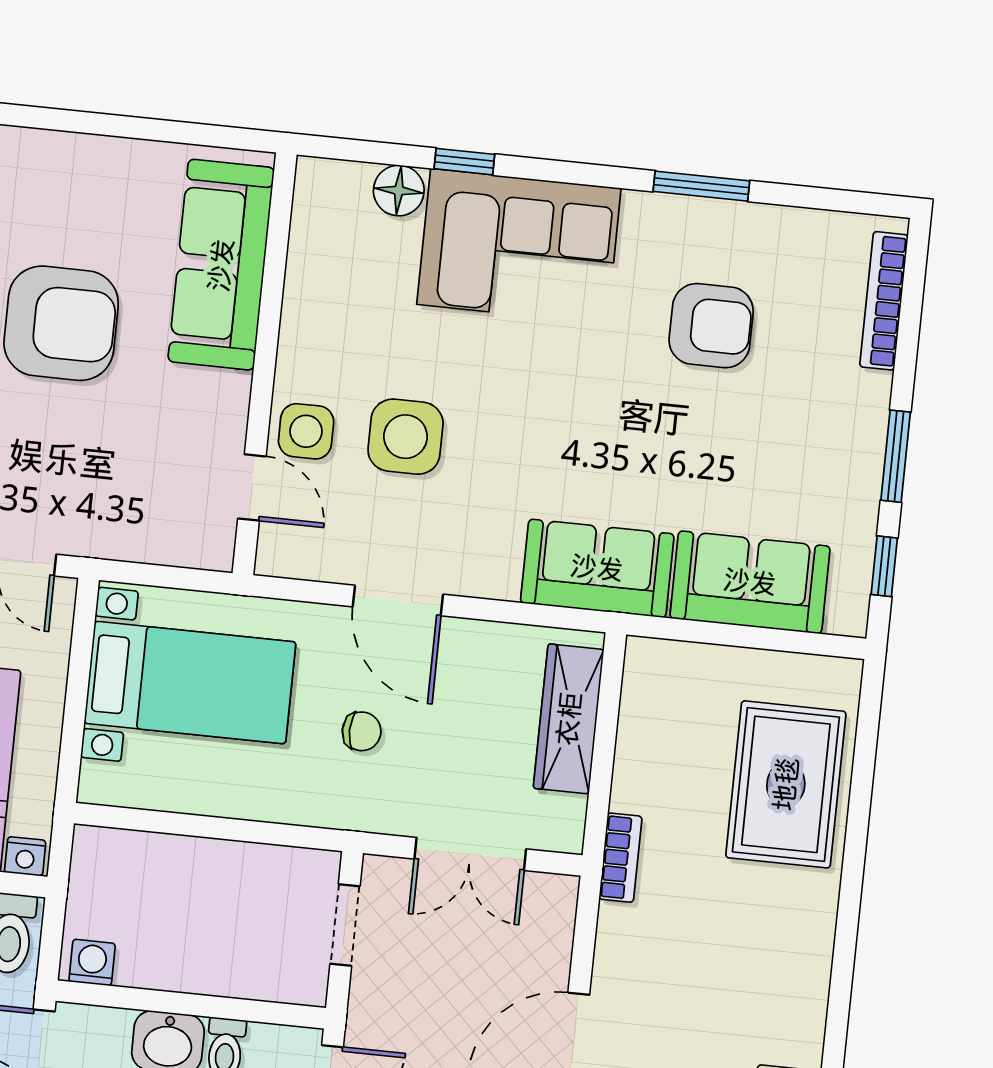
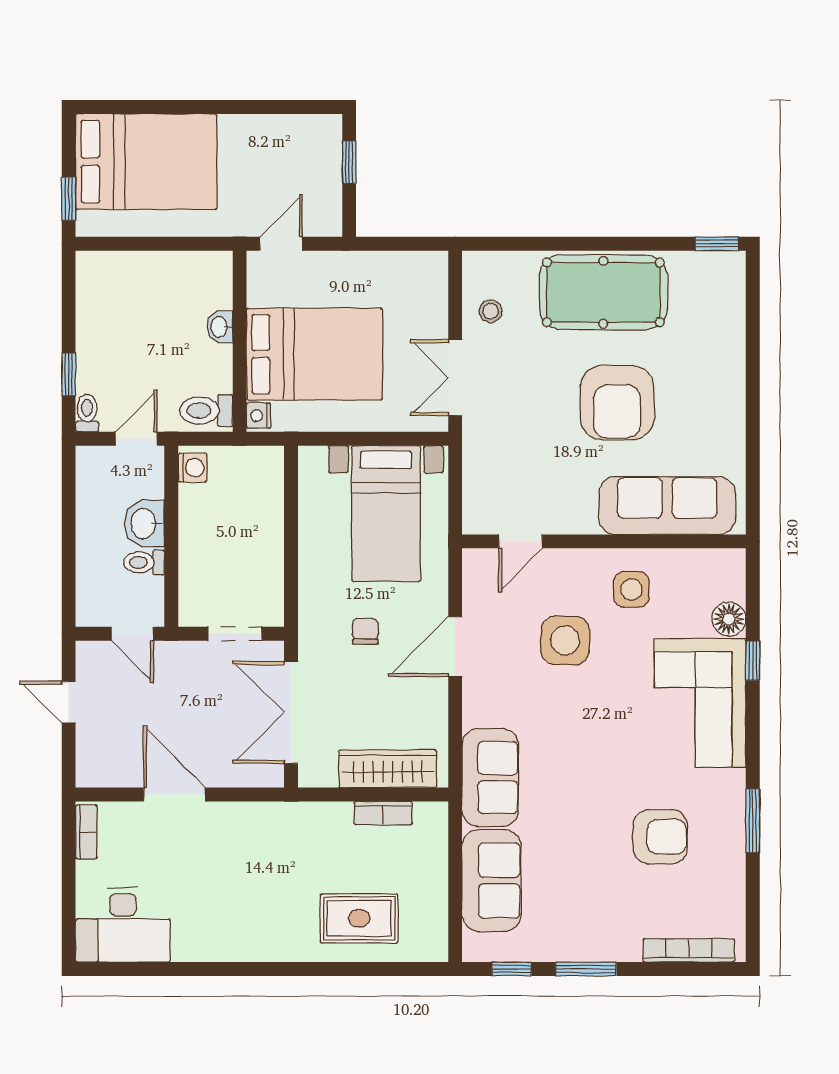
armchair: (711, 326) -> (660, 837), turned -90
side table: (306, 431) -> (631, 589), moved
chair: (362, 731) -> (365, 631), turned 180
rug: (786, 784) -> (359, 918), width x0.73, depth x0.70
double door: (470, 854) -> (291, 712), width x1.37
bookcase: (620, 858) -> (383, 813), moved

